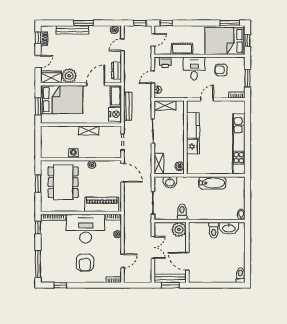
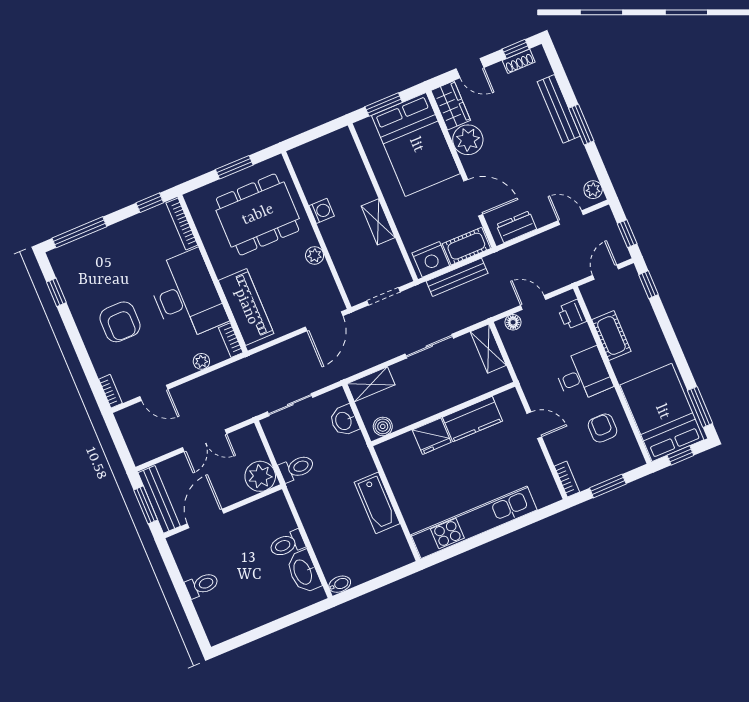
door: (153, 40) -> (605, 272), swing flipped
armchair: (85, 263) -> (120, 322), turned -90
toilet: (240, 275) -> (202, 585), moved

